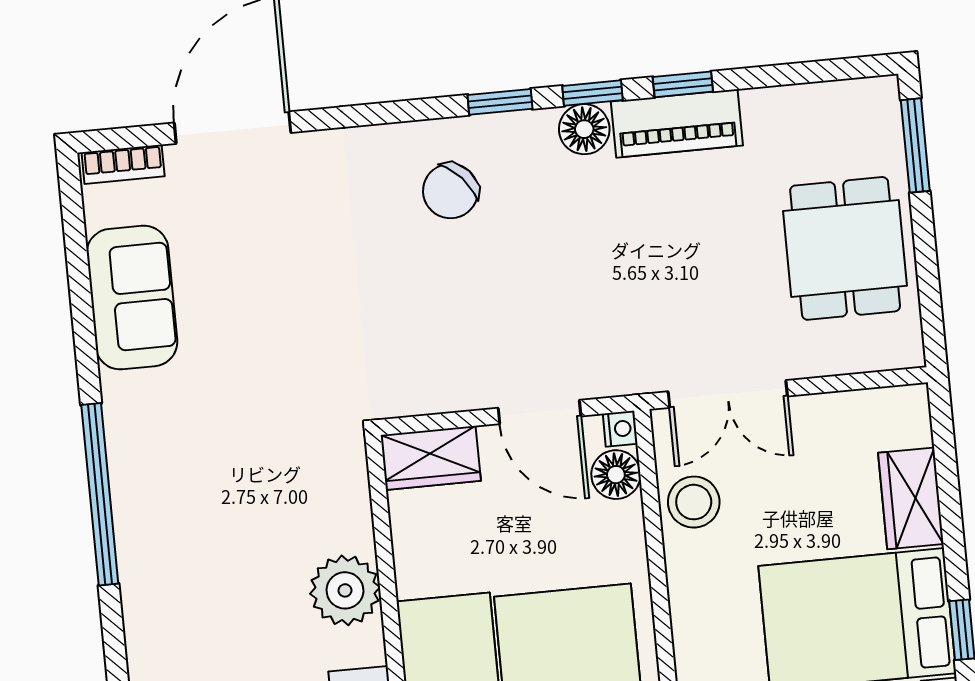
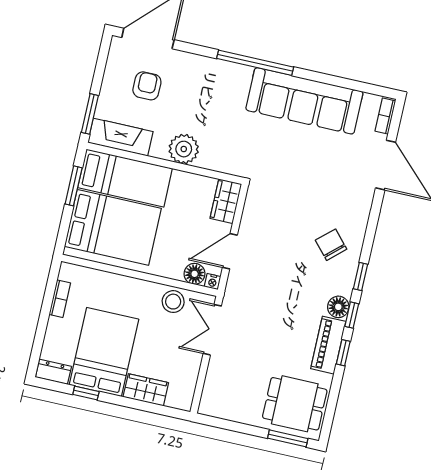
dining table: (845, 248) -> (295, 404), moved
sofa: (132, 298) -> (304, 101), width x1.85, depth x1.27

